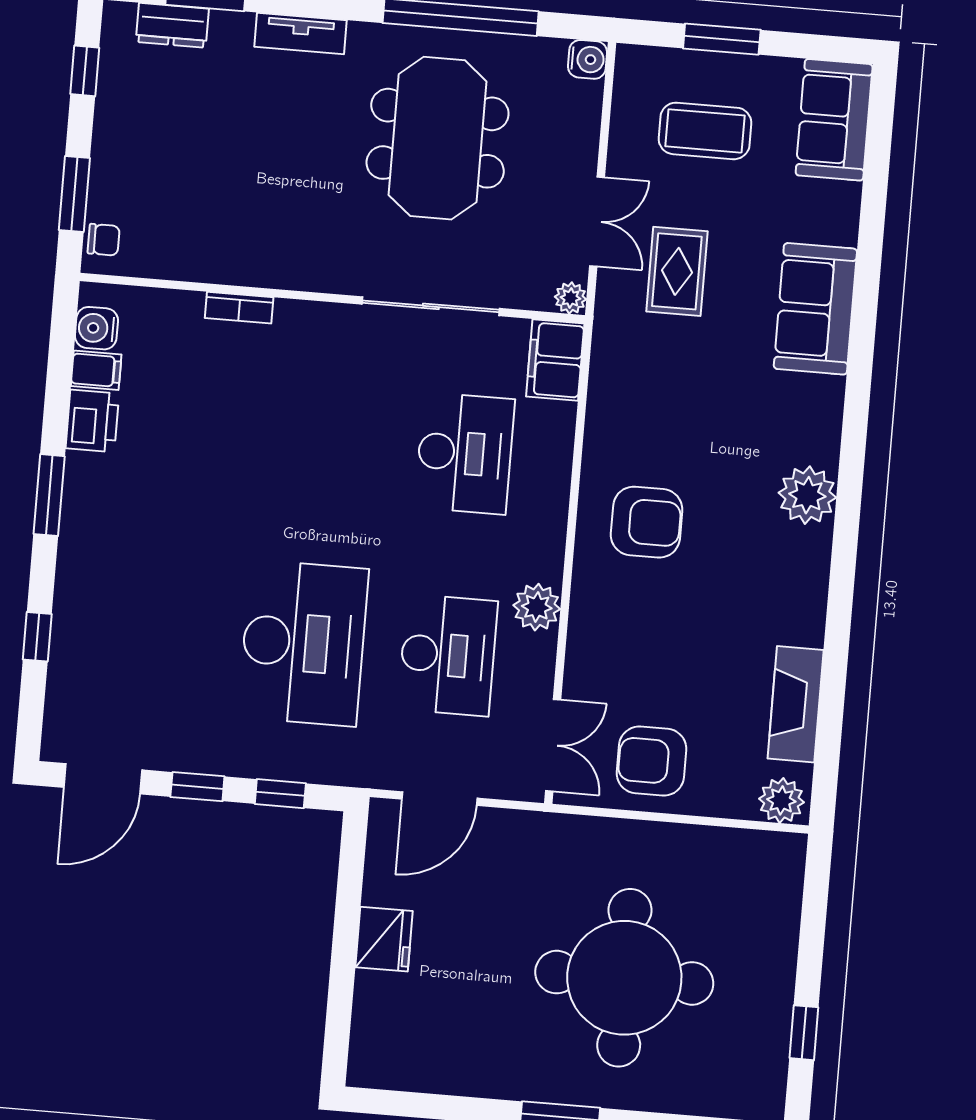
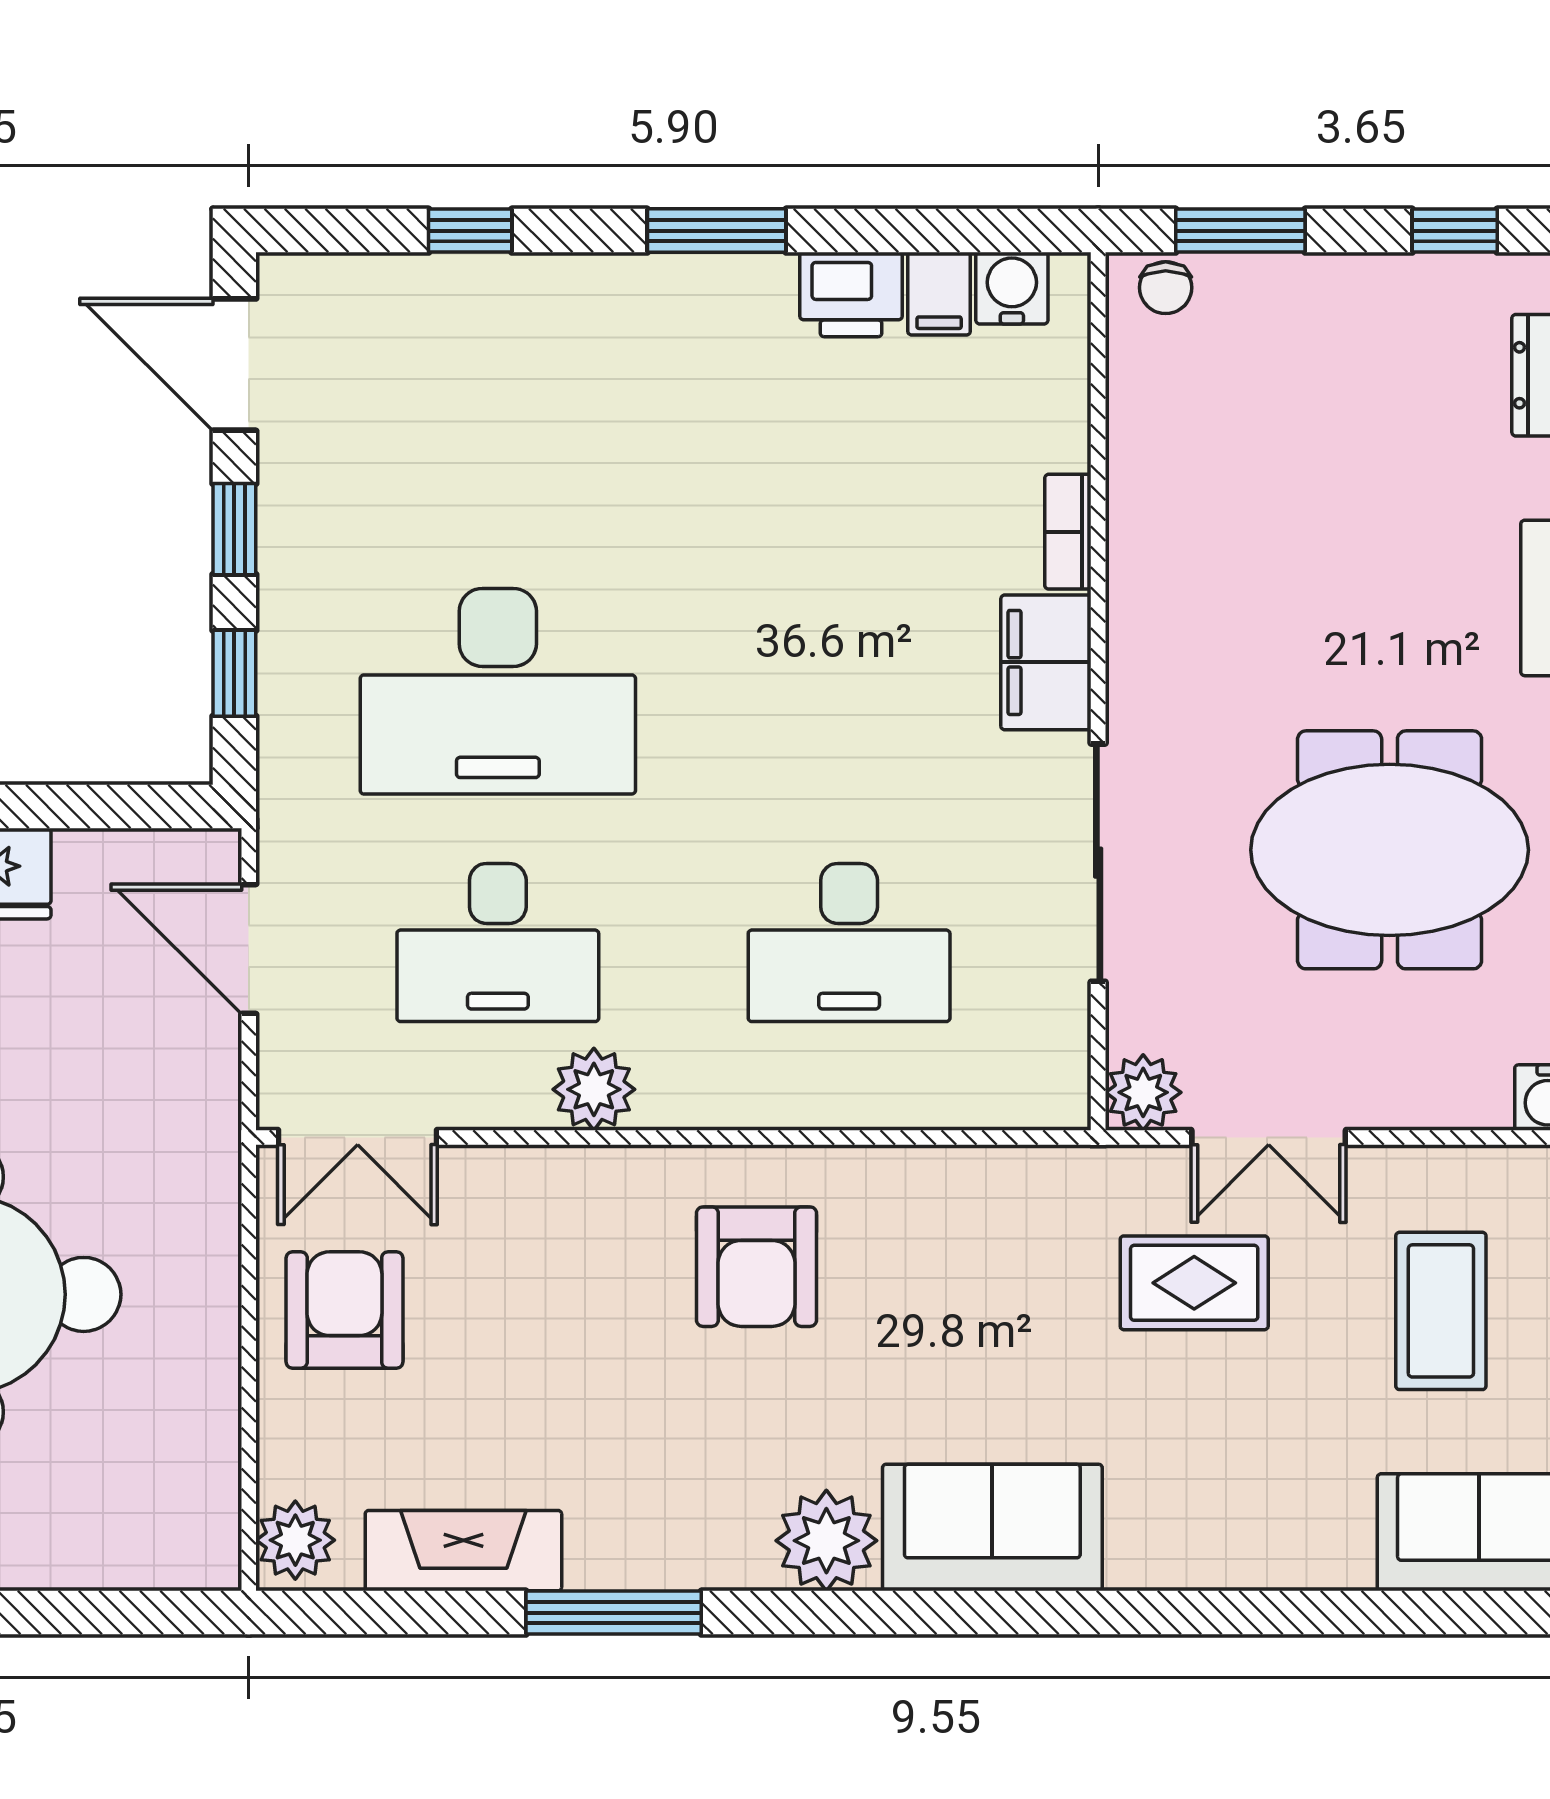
plant: (571, 298) -> (1143, 1092), width x1.38, depth x1.38
sofa: (815, 309) -> (992, 1528), moved
filing cabinet: (555, 360) -> (1046, 662), moved, turned -90
window: (838, 621) -> (614, 1613), added

